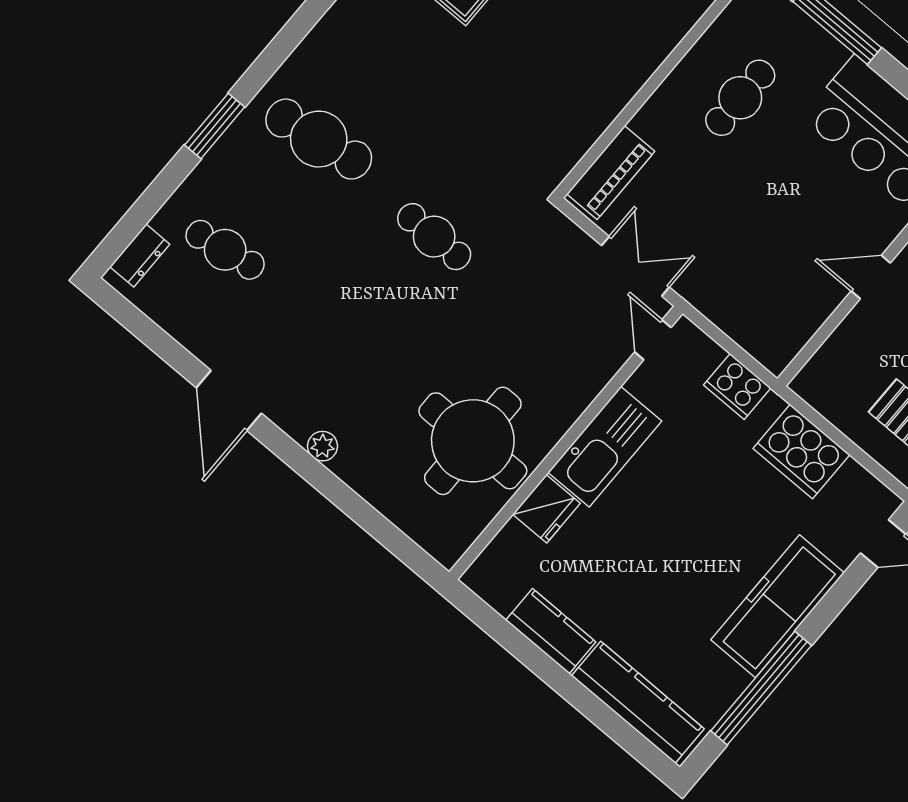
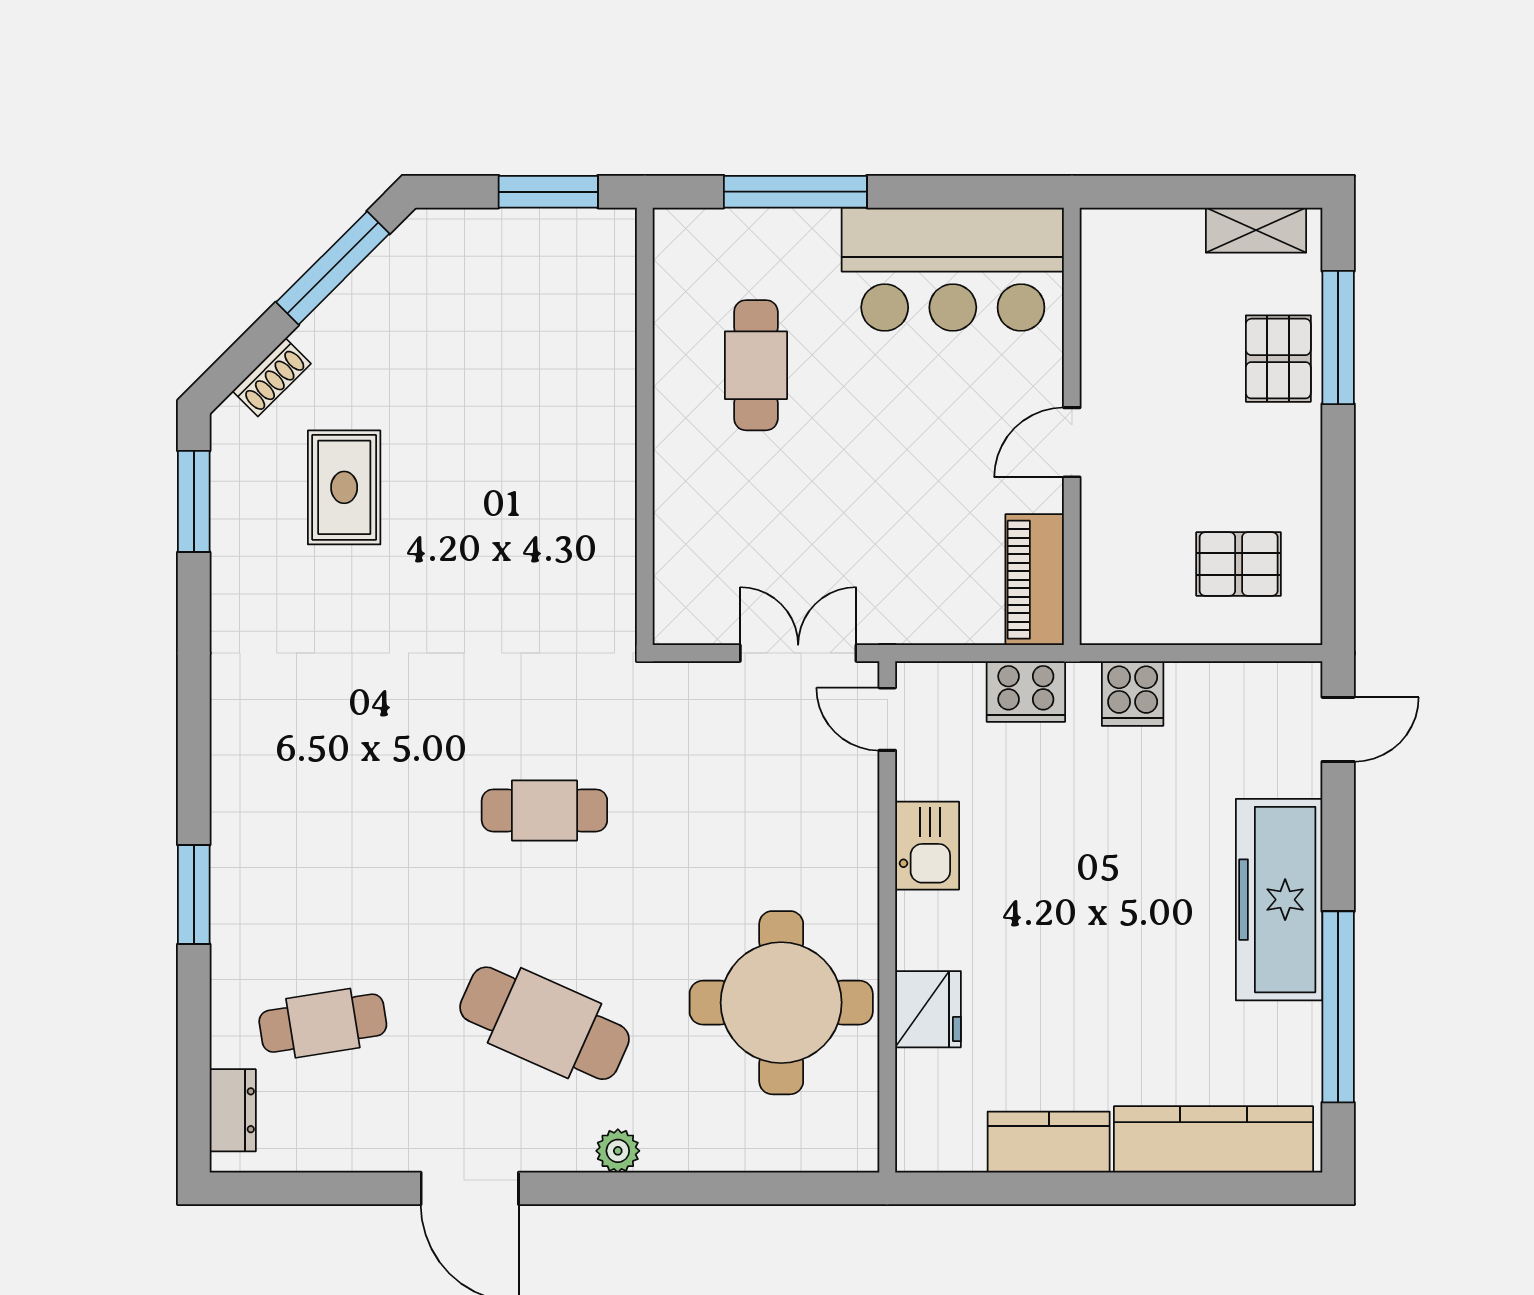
cafe table: (319, 139) -> (544, 1023), moved, turned 33
piano: (611, 173) -> (1035, 580), moved, turned 180
kitchen sink: (605, 447) -> (927, 846), width x0.53, depth x0.81
cooker: (801, 452) -> (1133, 693), width x0.53, depth x0.76

